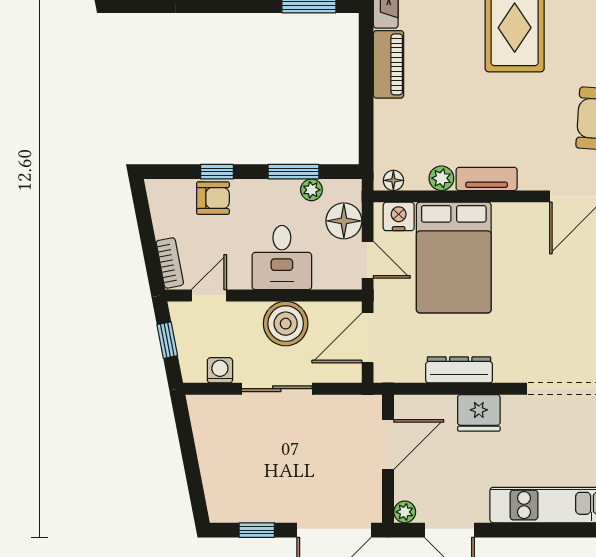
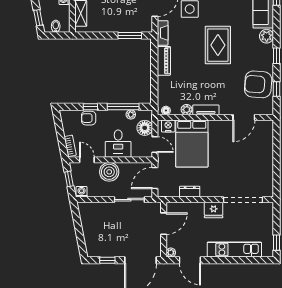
window: (294, 172) -> (123, 107), width x1.44
armchair: (213, 198) -> (89, 118), turned 180
door: (209, 295) -> (87, 160), hinge flipped
boiler: (286, 324) -> (109, 172), moved
washing machine: (220, 370) -> (82, 192), moved
dresser: (459, 370) -> (190, 192), width x0.70
sliding door: (277, 389) -> (129, 200), moved
fridge: (479, 413) -> (214, 210), moved

